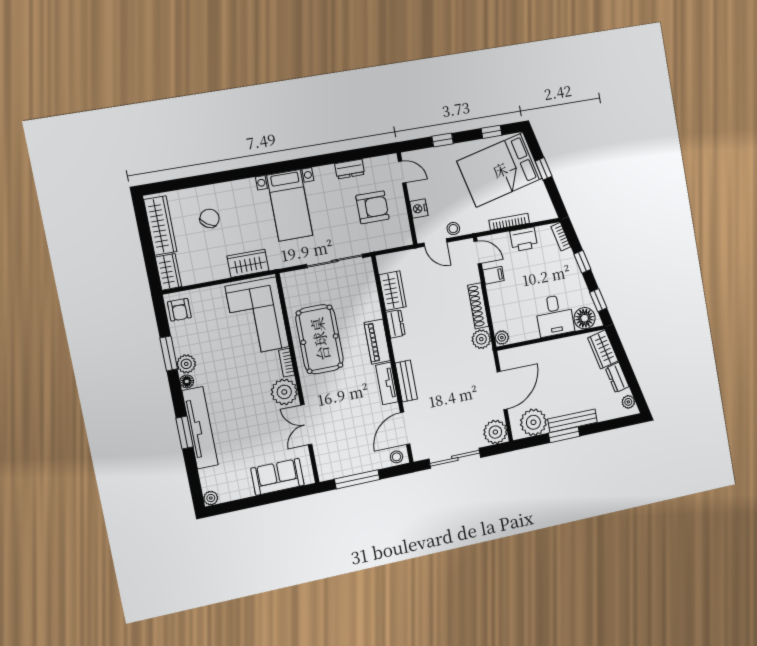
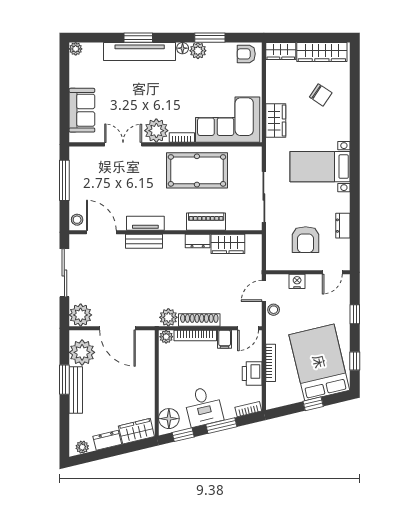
window: (582, 262) -> (221, 426), width x1.50
bookcase: (495, 307) -> (195, 336), added
desk: (555, 315) -> (203, 406), moved, turned -103
piano: (377, 342) -> (206, 222), moved

